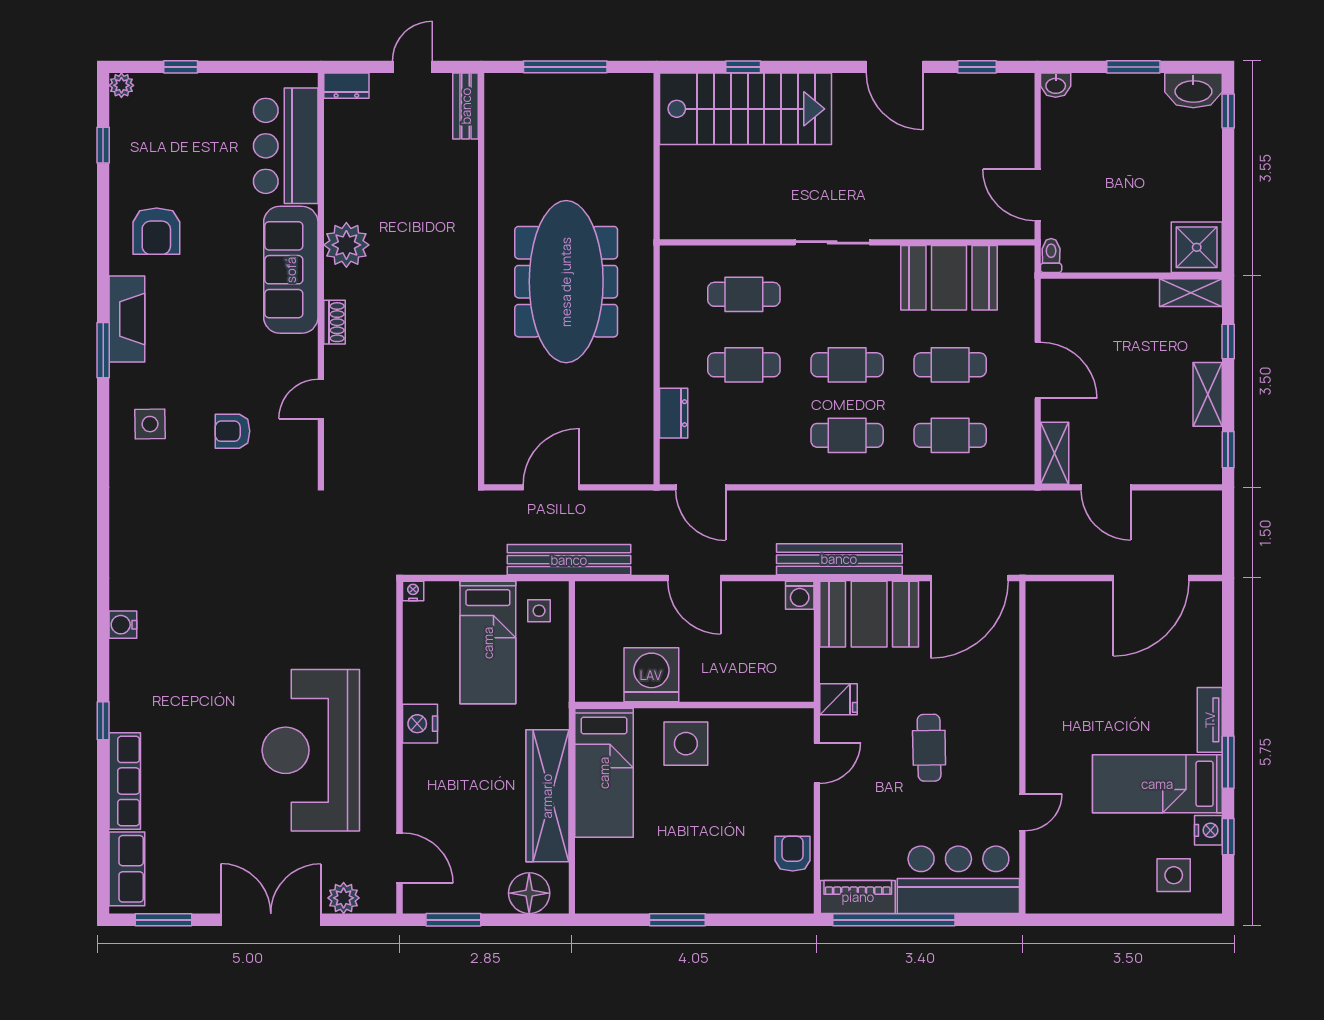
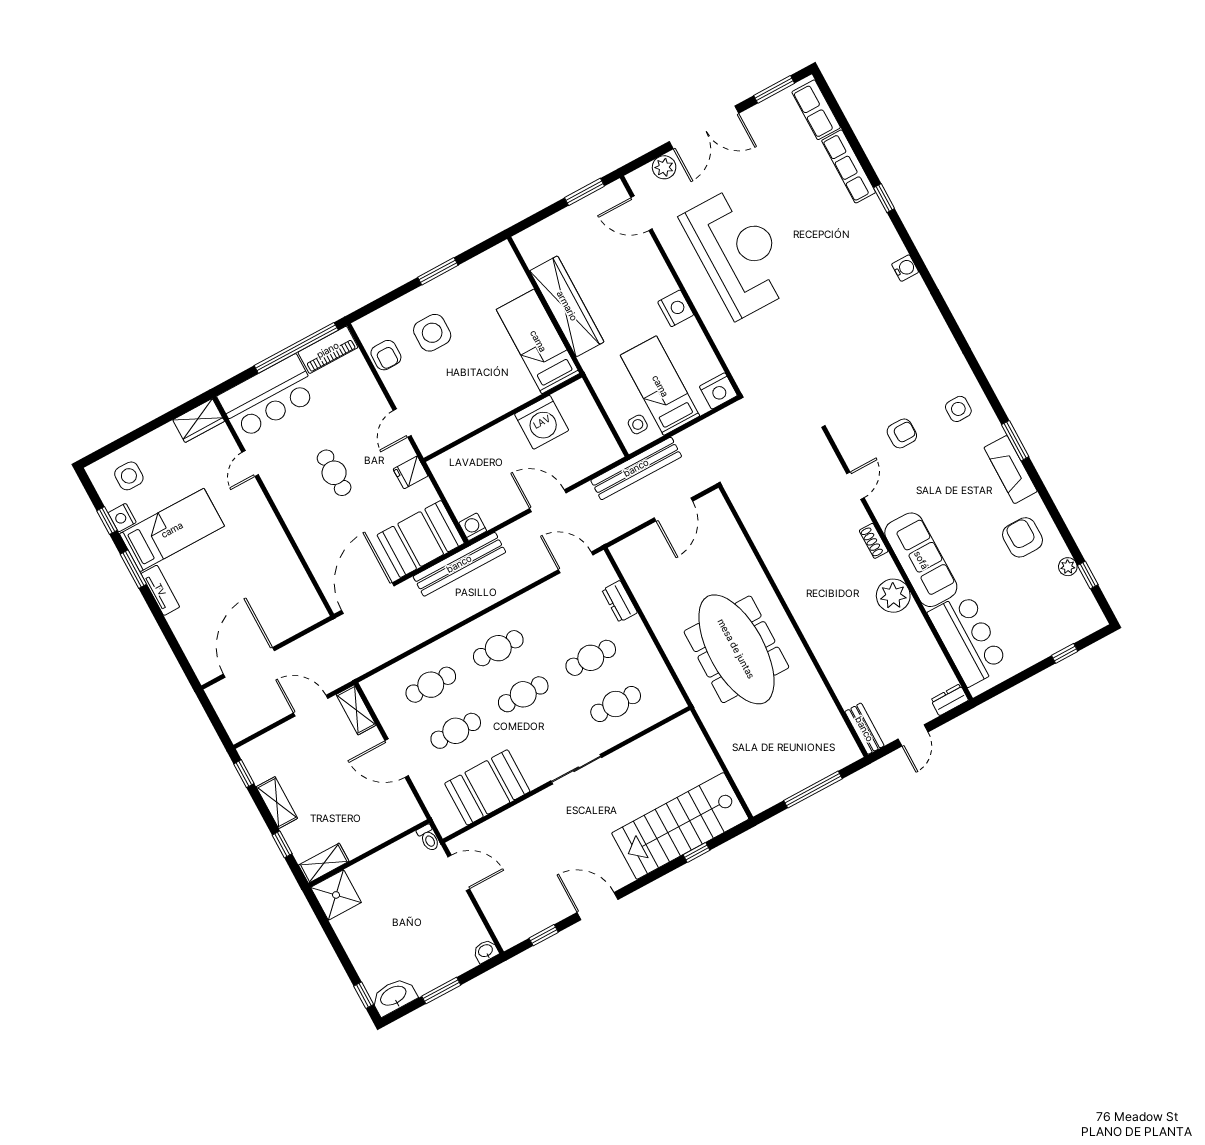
plant: (121, 85) -> (1068, 567), moved
nightstand: (413, 591) -> (718, 391), width x1.89, depth x1.79
side table: (686, 744) -> (432, 333), moved
floor lamp: (529, 893) -> (544, 236), removed
wardrobe: (1056, 896) -> (199, 421), added

